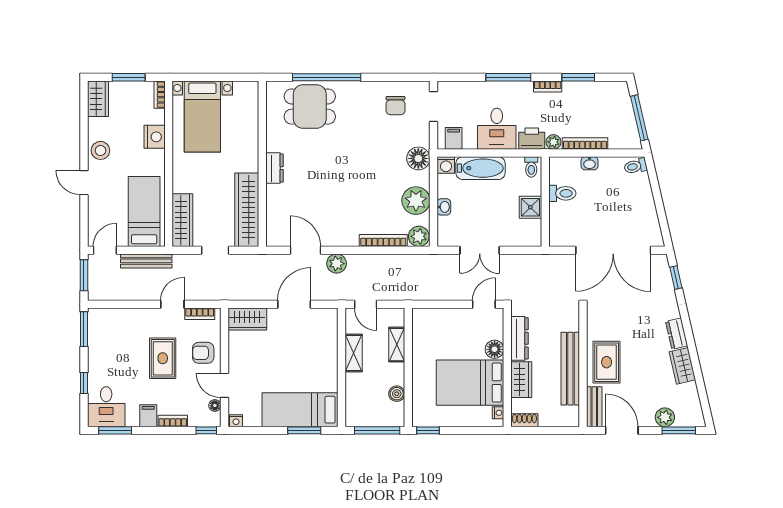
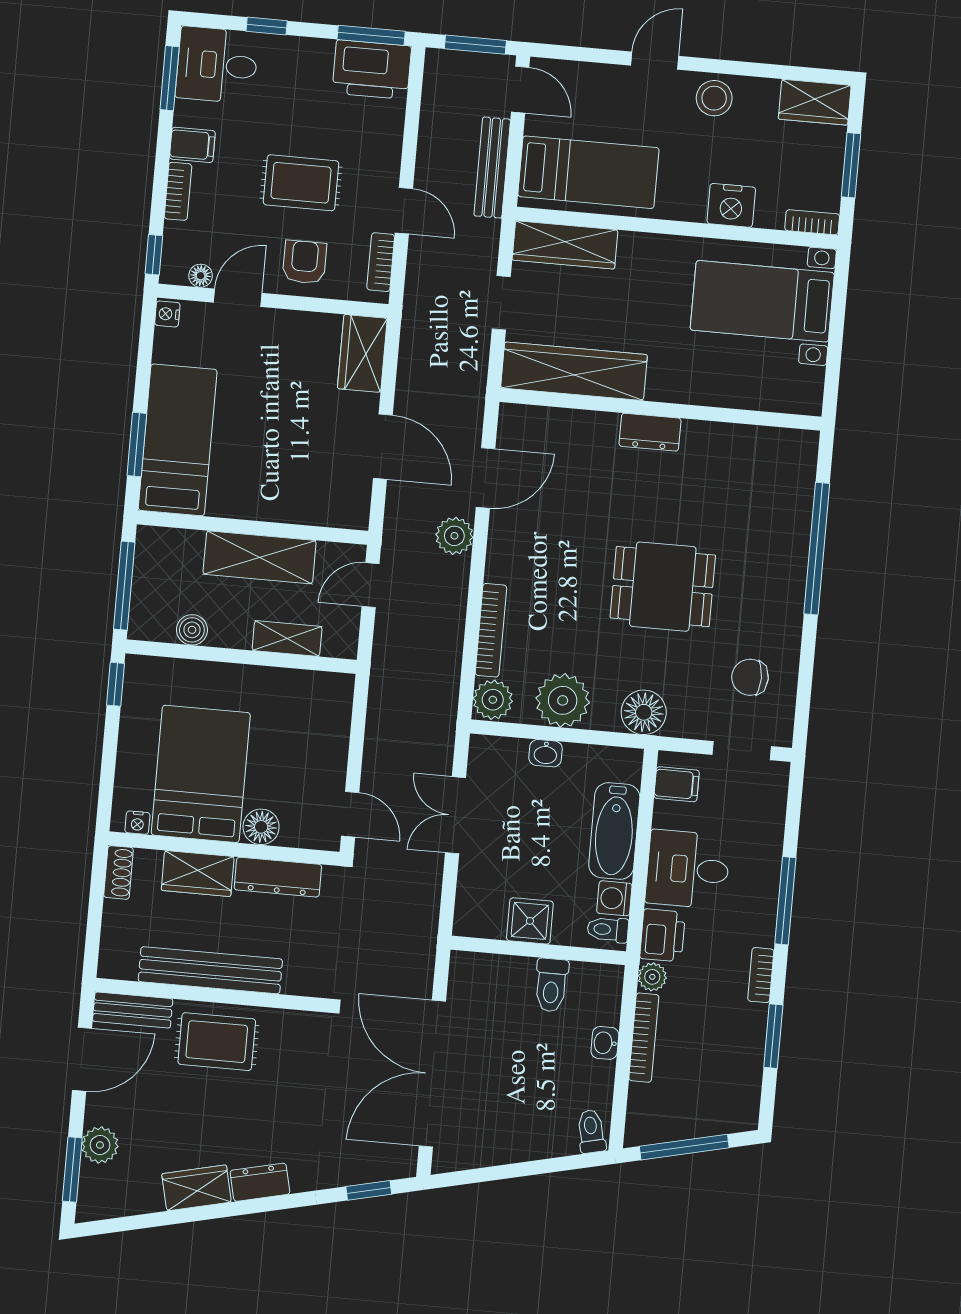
dining table: (310, 107) -> (663, 587), moved, turned 90
washing machine: (446, 165) -> (614, 898), moved
printer: (101, 327) -> (372, 70), added
shelving: (354, 353) -> (260, 557), width x1.50, depth x1.33

